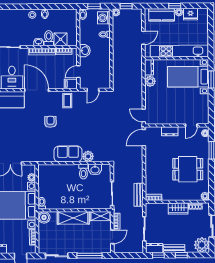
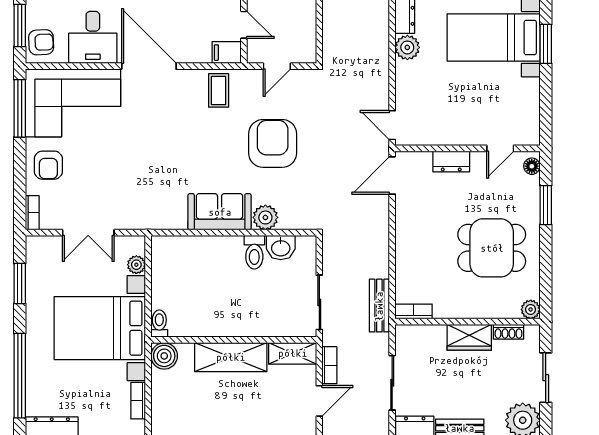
door: (78, 72) -> (244, 25), swing flipped
armchair: (50, 122) -> (273, 143), moved, width x1.88, depth x1.88

